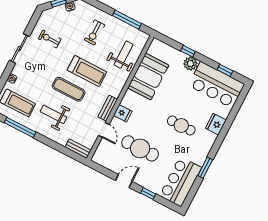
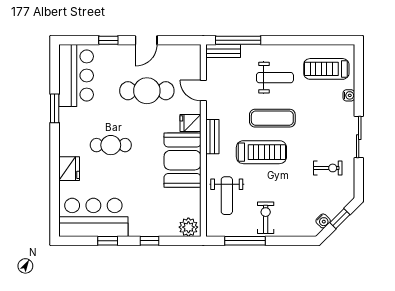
exercise bike: (95, 32) -> (266, 218), moved
plant: (190, 64) -> (188, 227), moved
window: (225, 70) -> (108, 241), moved
treadmill: (87, 71) -> (261, 152), turned 180
booth: (148, 77) -> (182, 160), moved
bench: (108, 108) -> (212, 137), moved
window: (20, 127) -> (238, 40), moved

